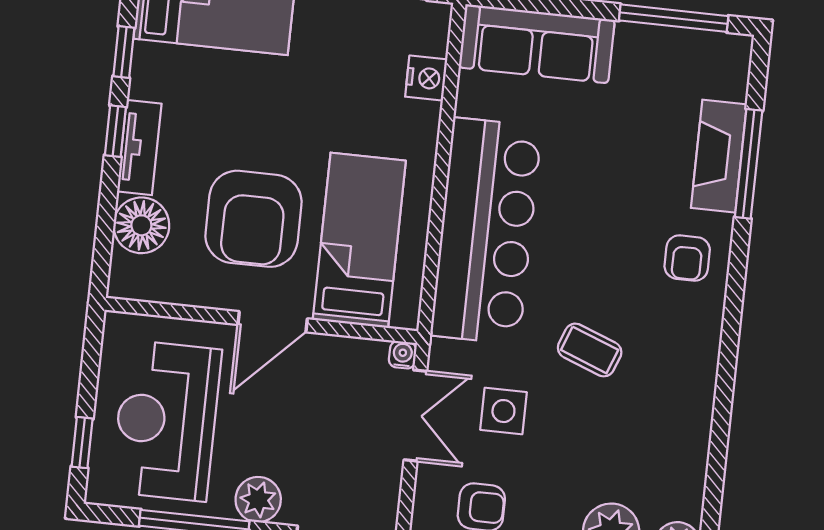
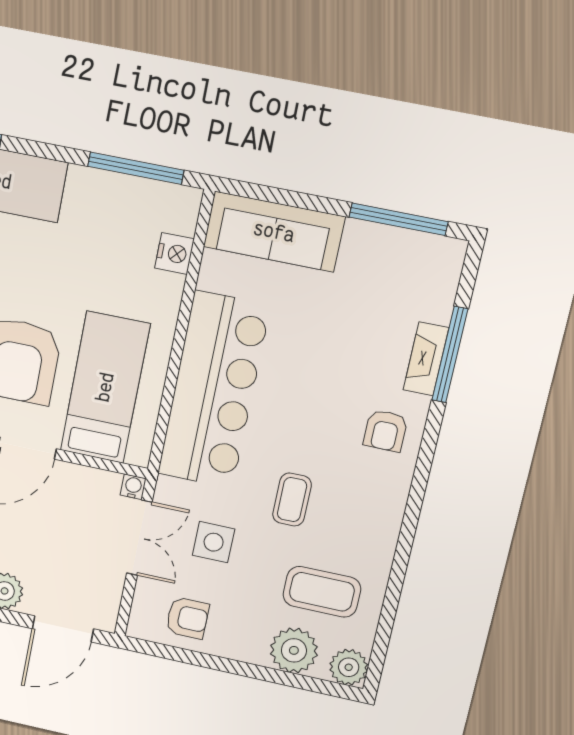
fireplace: (719, 156) -> (426, 359), width x0.73, depth x0.76
coffee table: (590, 350) -> (292, 500), turned 69
coffee table: (636, 456) -> (322, 592), added

